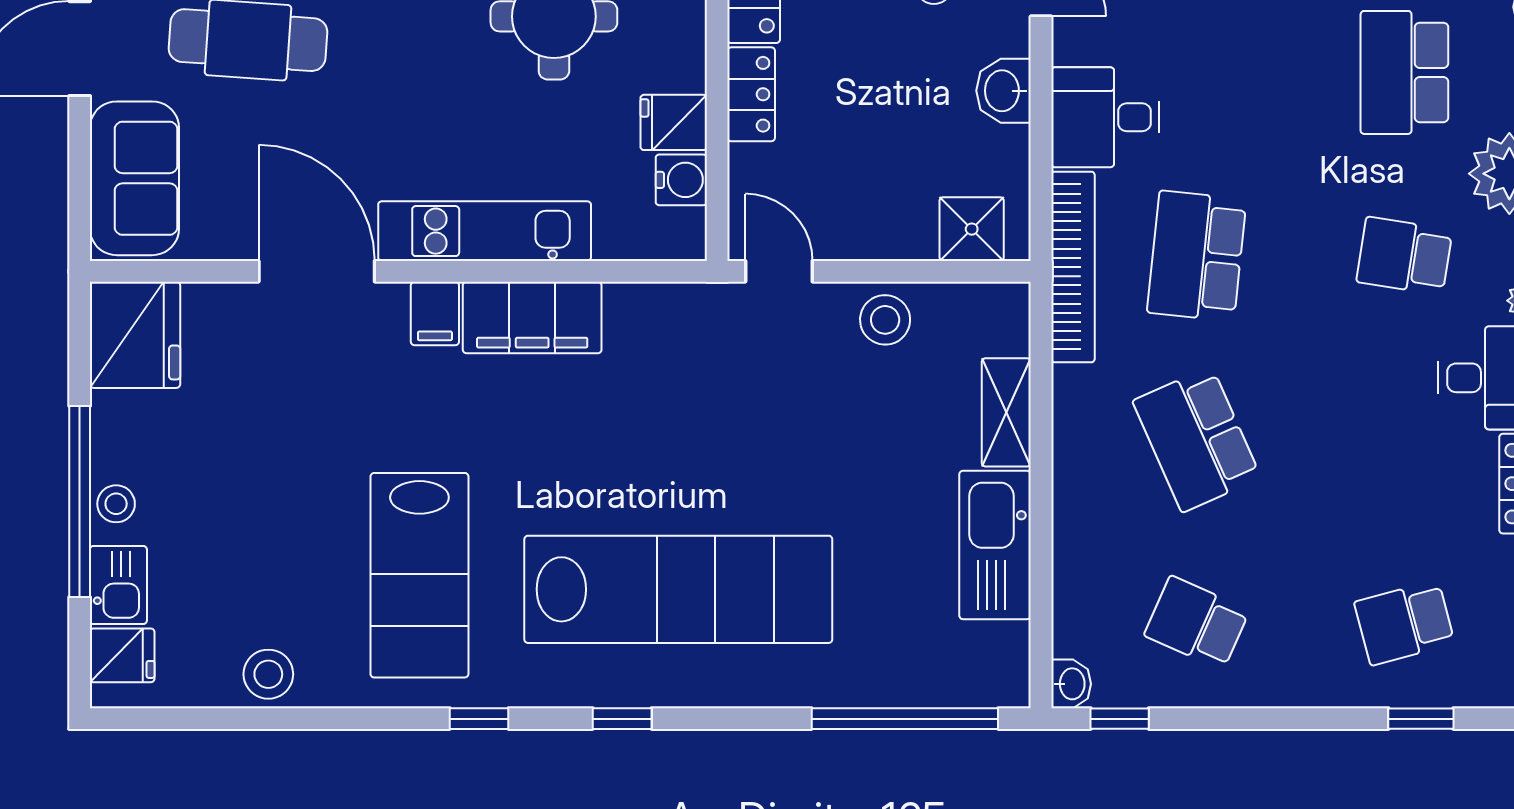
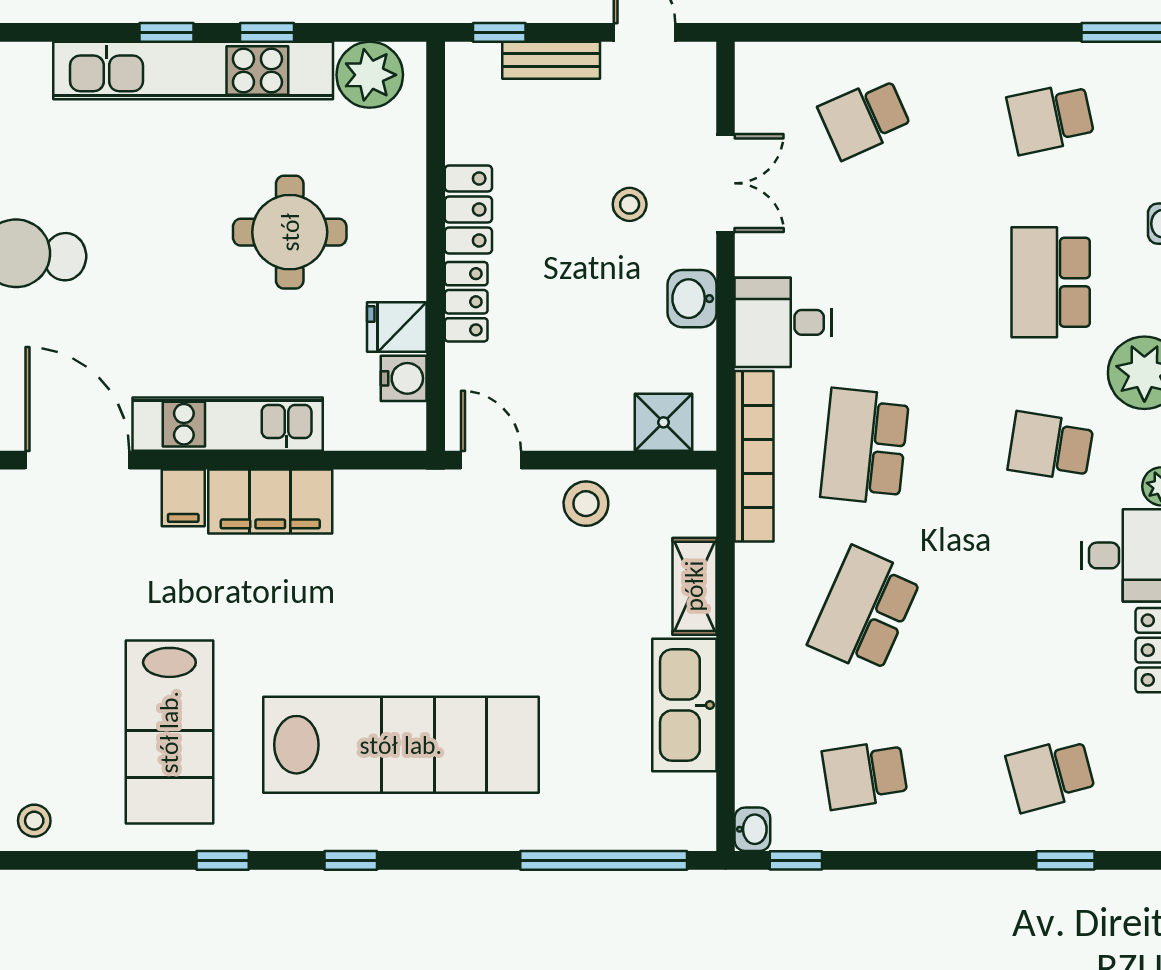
school desk: (1197, 439) -> (865, 610), turned 48
school desk: (1197, 623) -> (865, 775), turned -33
stool: (268, 674) -> (34, 821), width x0.73, depth x0.73

